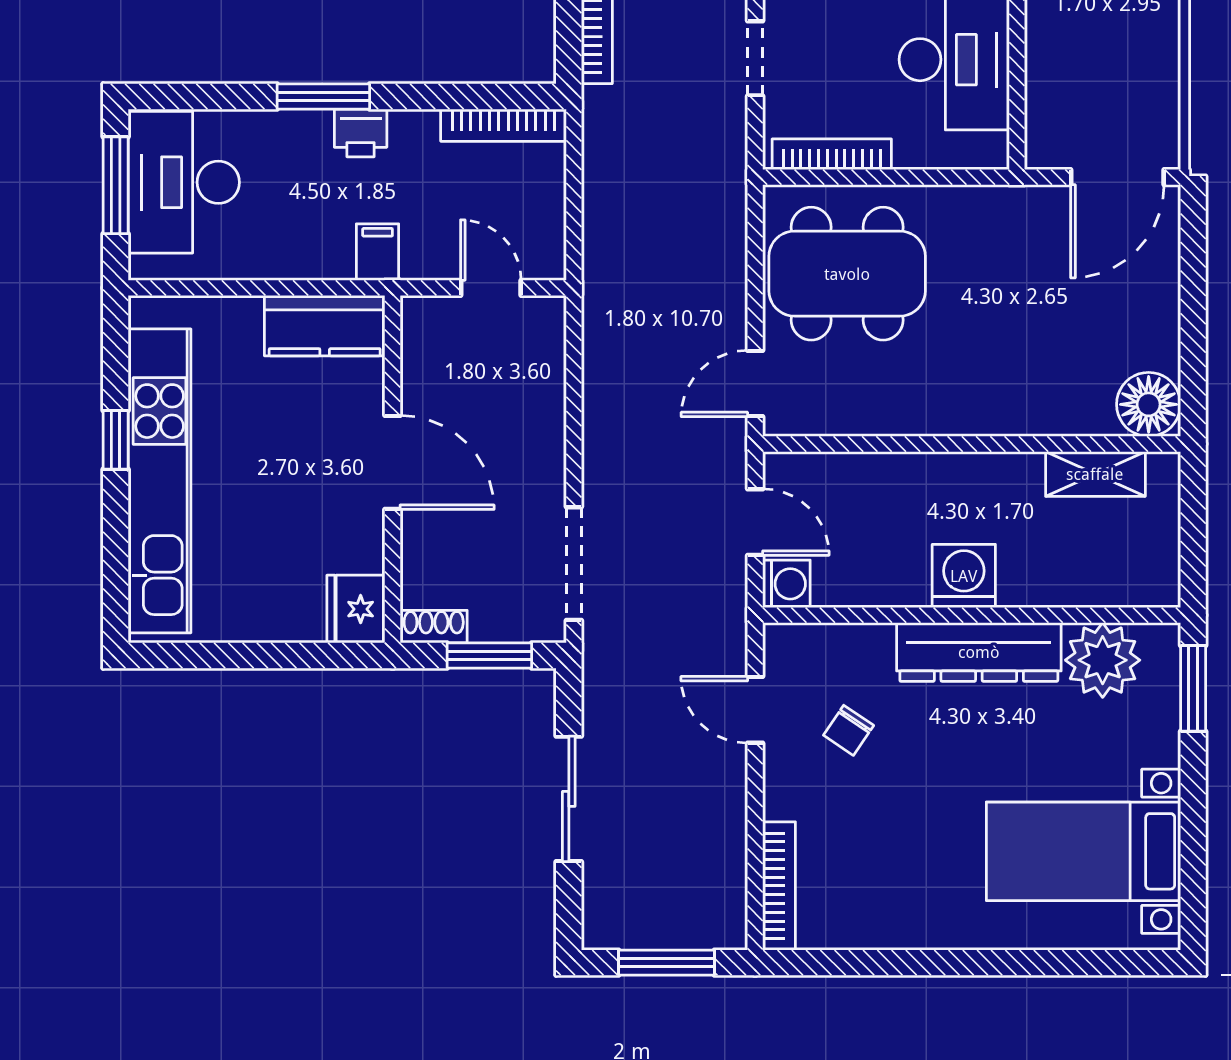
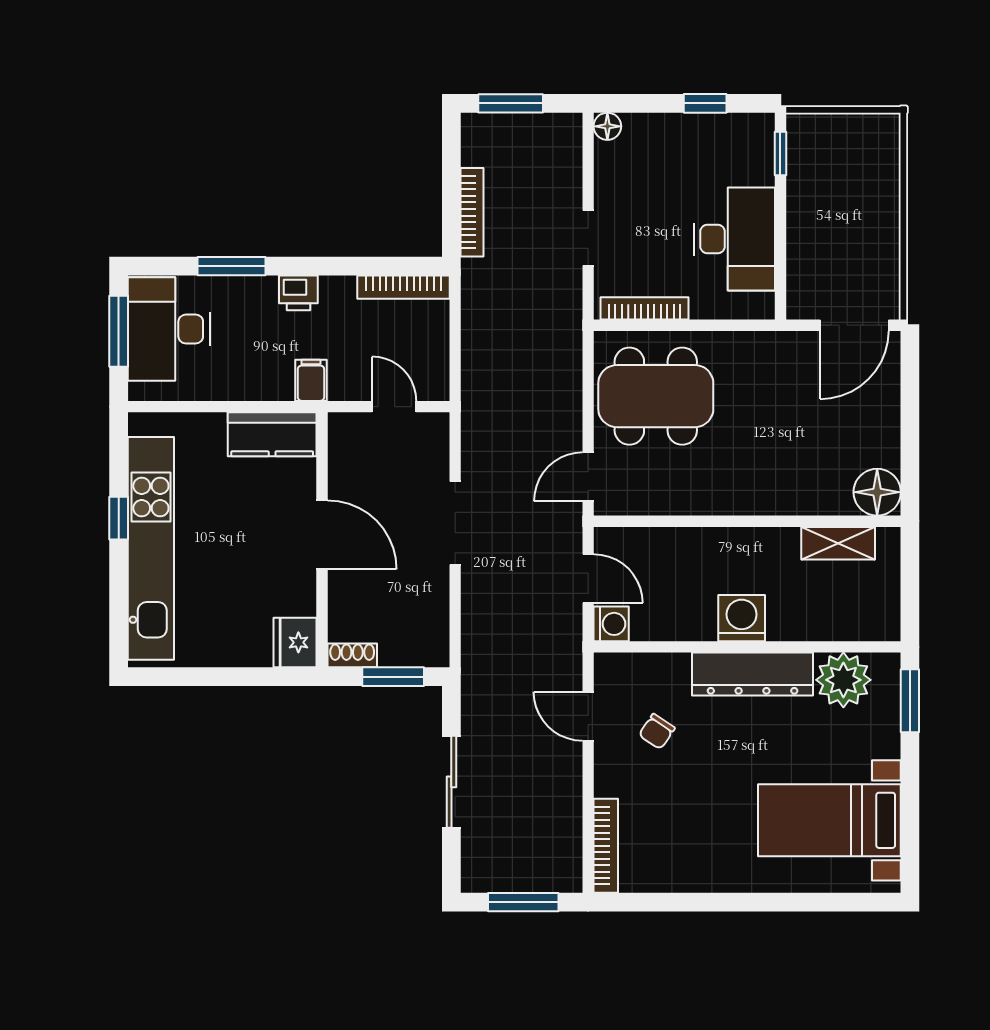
window: (323, 97) -> (231, 266), moved
doorway: (574, 564) -> (455, 523), moved

